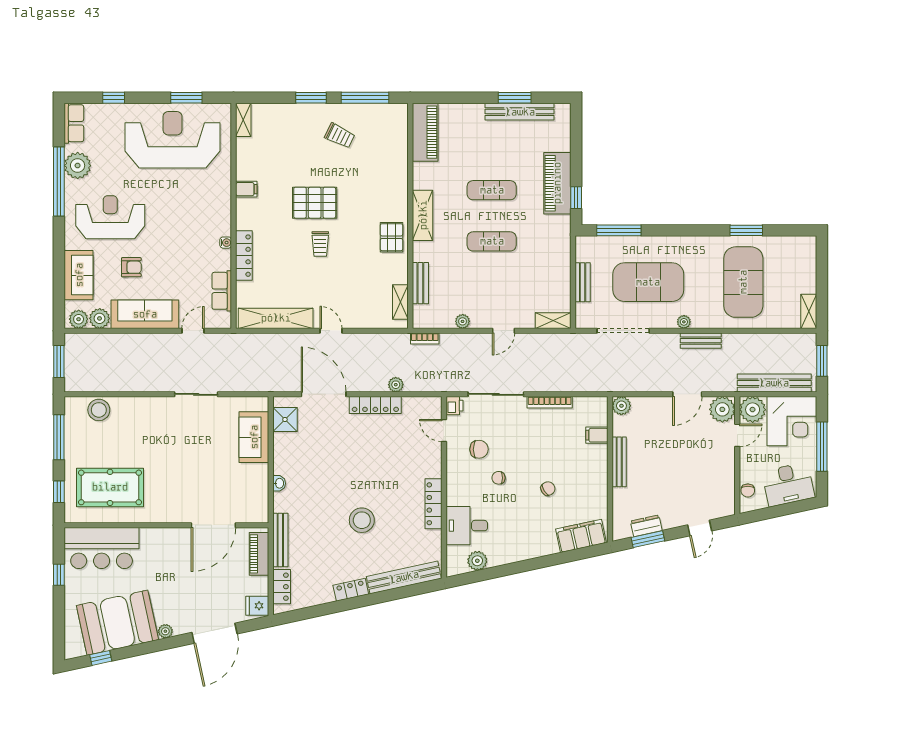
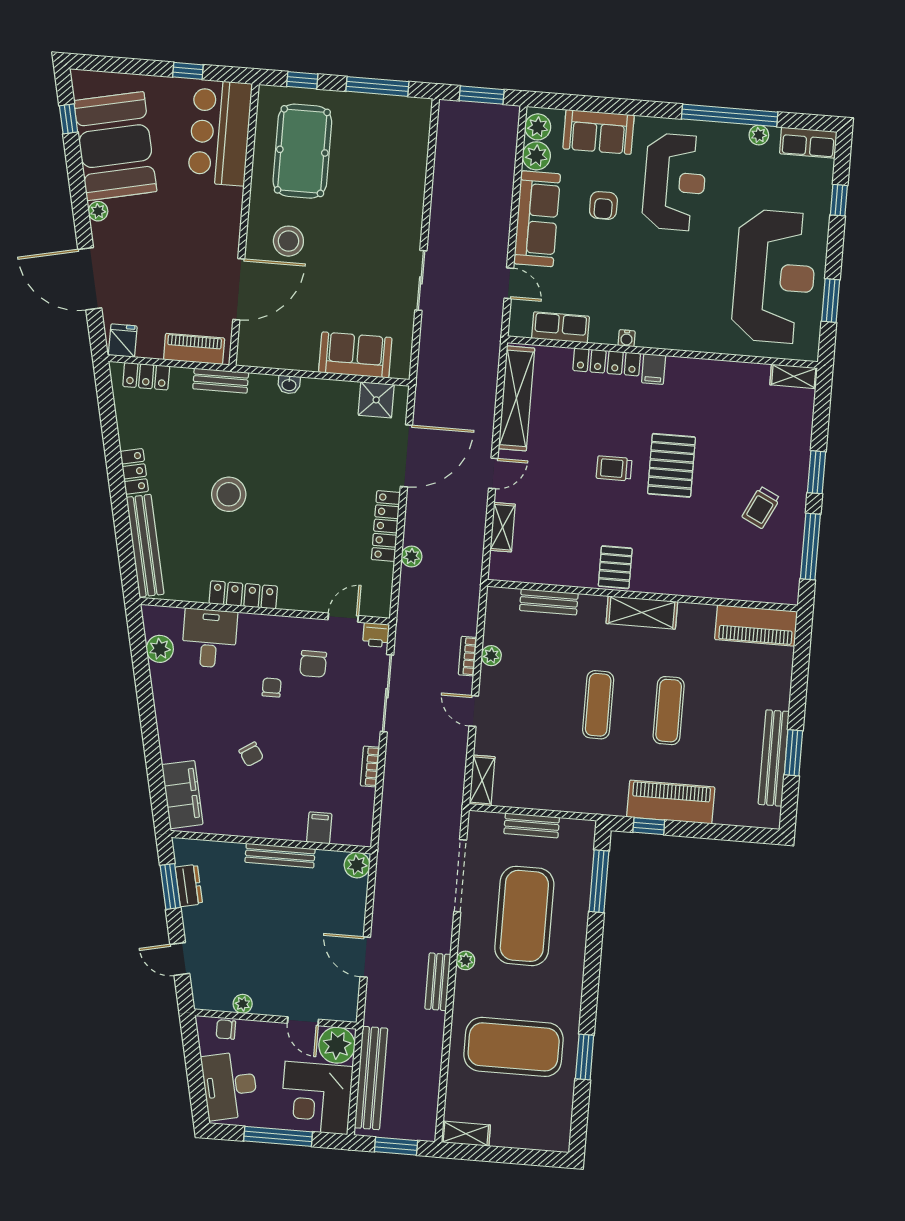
plant: (78, 166) -> (759, 135), width x0.53, depth x0.53
filing cabinet: (246, 189) -> (654, 369), moved
pallet: (391, 237) -> (615, 567), turned 90
shelving: (400, 302) -> (503, 527), moved, turned 90
bookcase: (425, 338) -> (468, 656), moved
bookcase: (550, 402) -> (370, 766), width x0.64
plant: (722, 409) -> (243, 1004), moved, width x0.53, depth x0.53
stool: (99, 410) -> (288, 241), moved
door: (213, 525) -> (239, 289), swing flipped
bench: (280, 540) -> (221, 381), width x0.73

